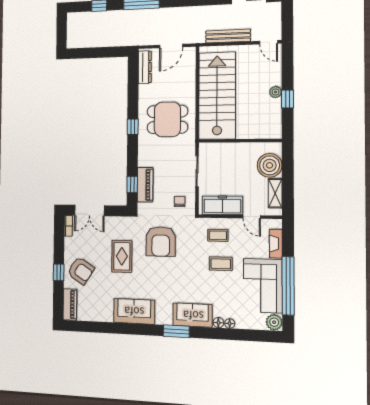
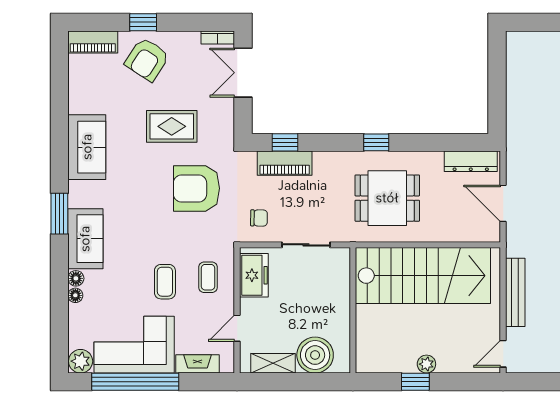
dining table: (167, 119) -> (387, 198), turned 90
freezer: (222, 205) -> (254, 275), width x0.71

